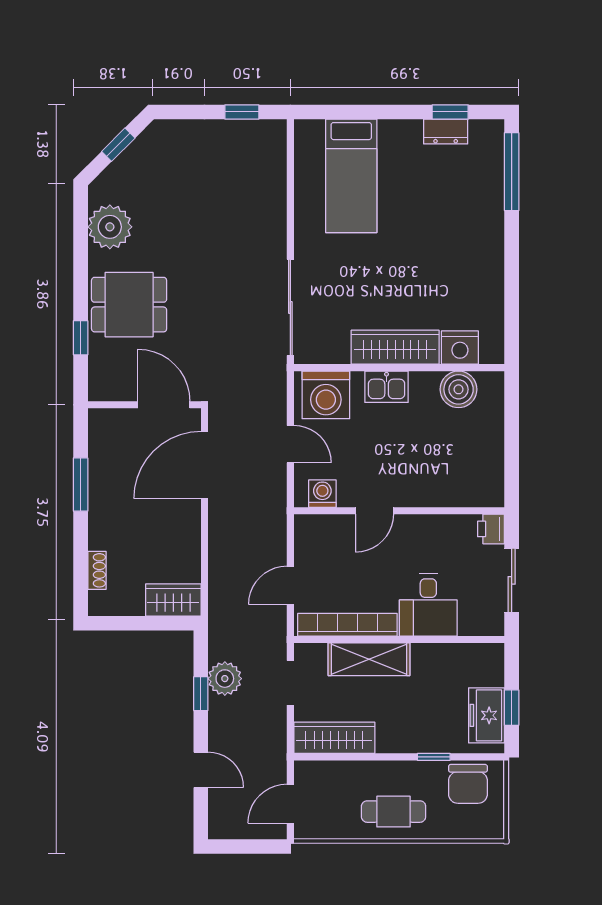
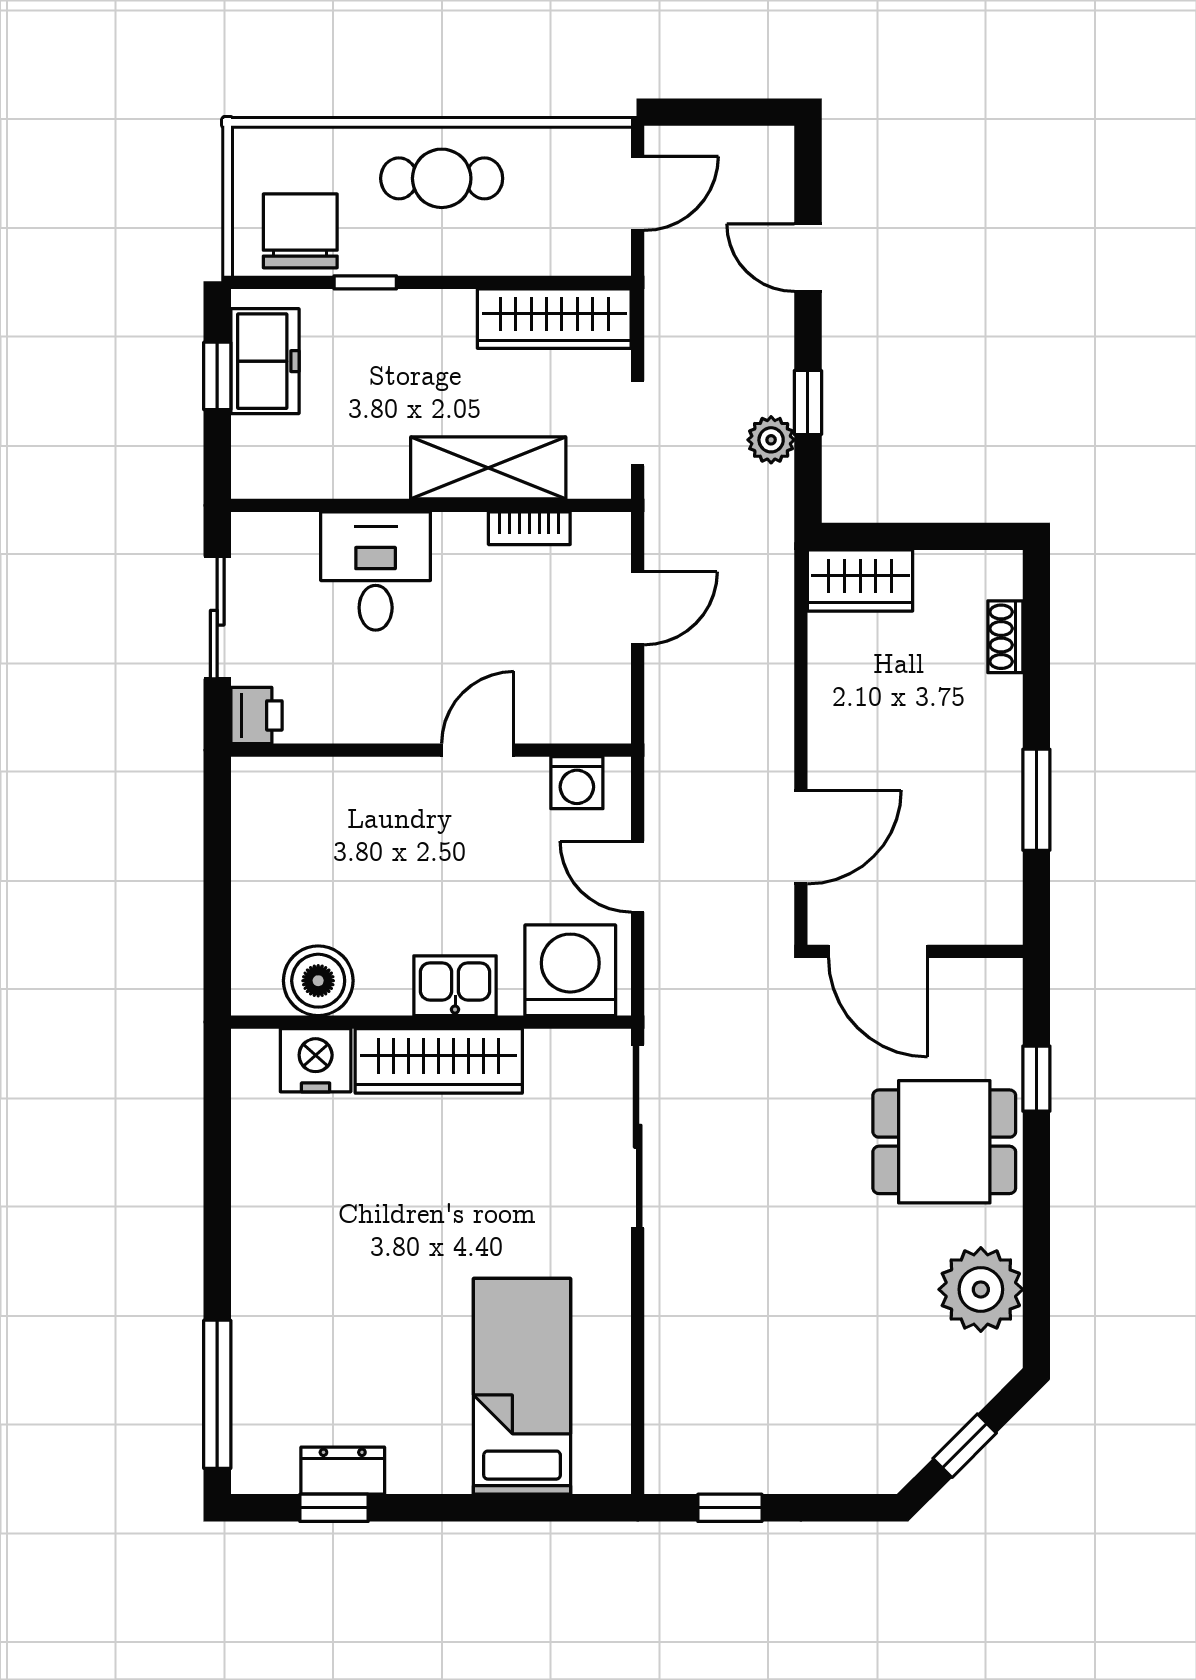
door: (205, 465) -> (801, 837), width x0.73
bookcase: (347, 625) -> (529, 528), width x0.43, depth x0.76
plant: (225, 679) -> (771, 440), width x0.73, depth x0.73

